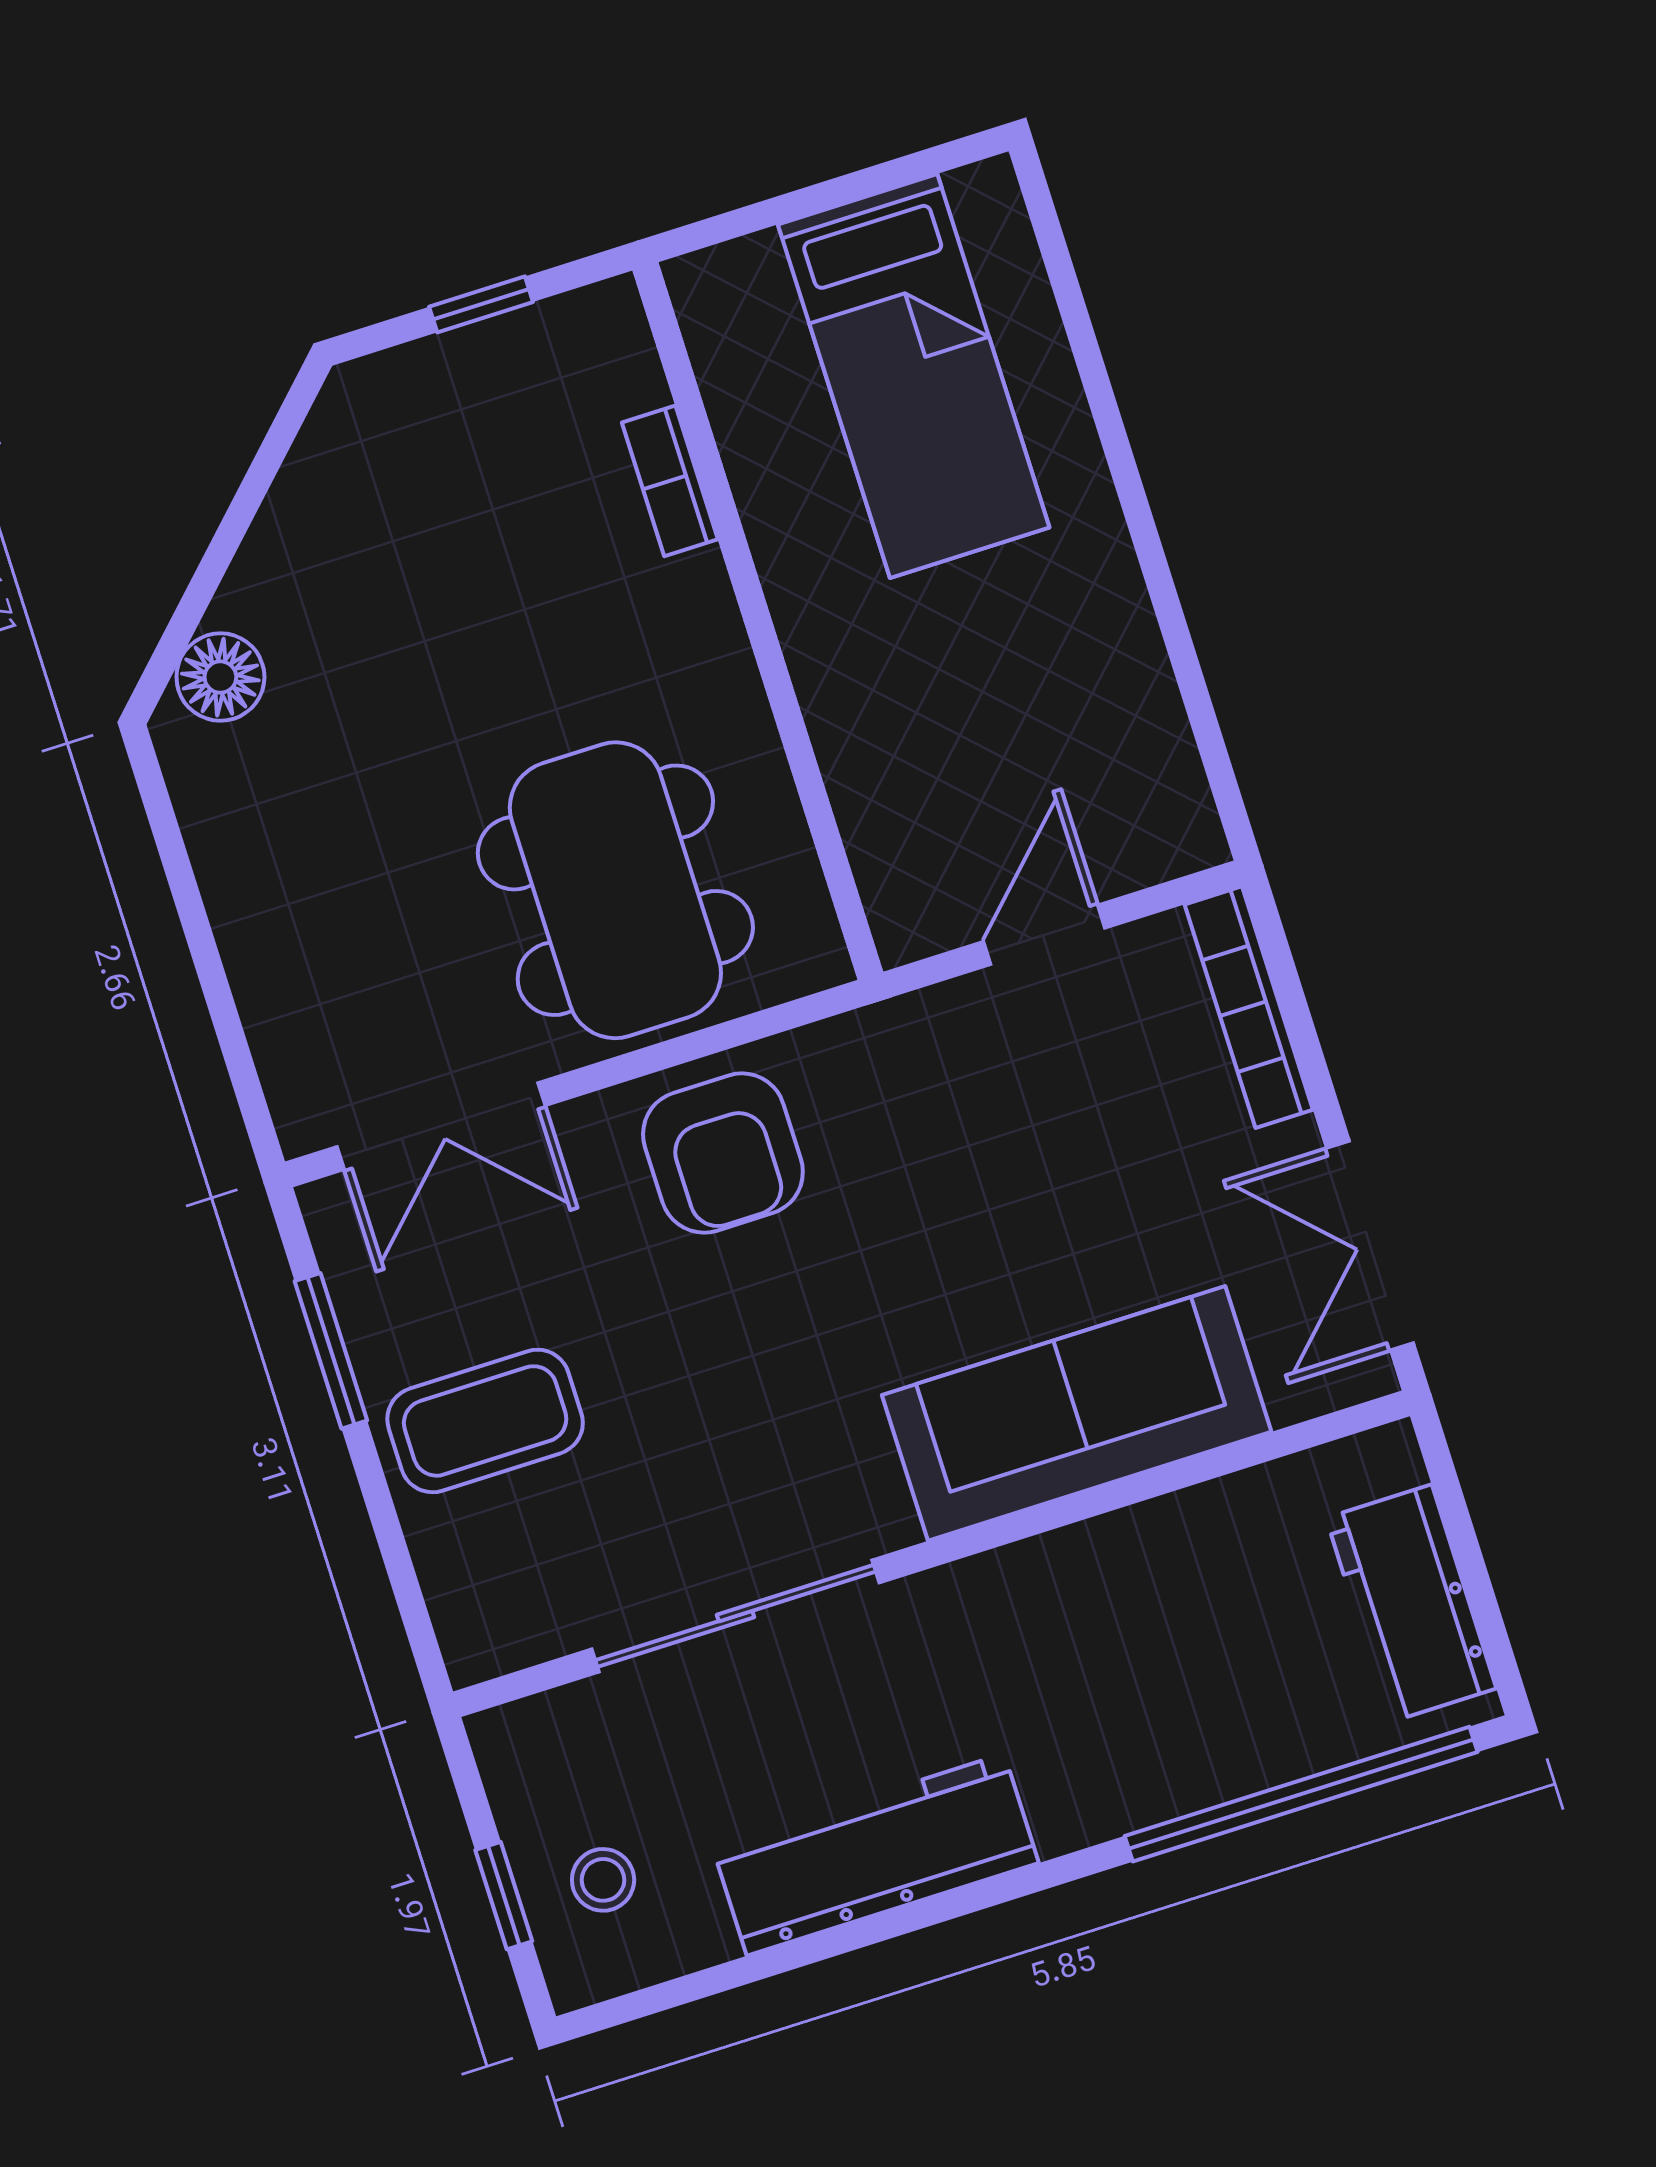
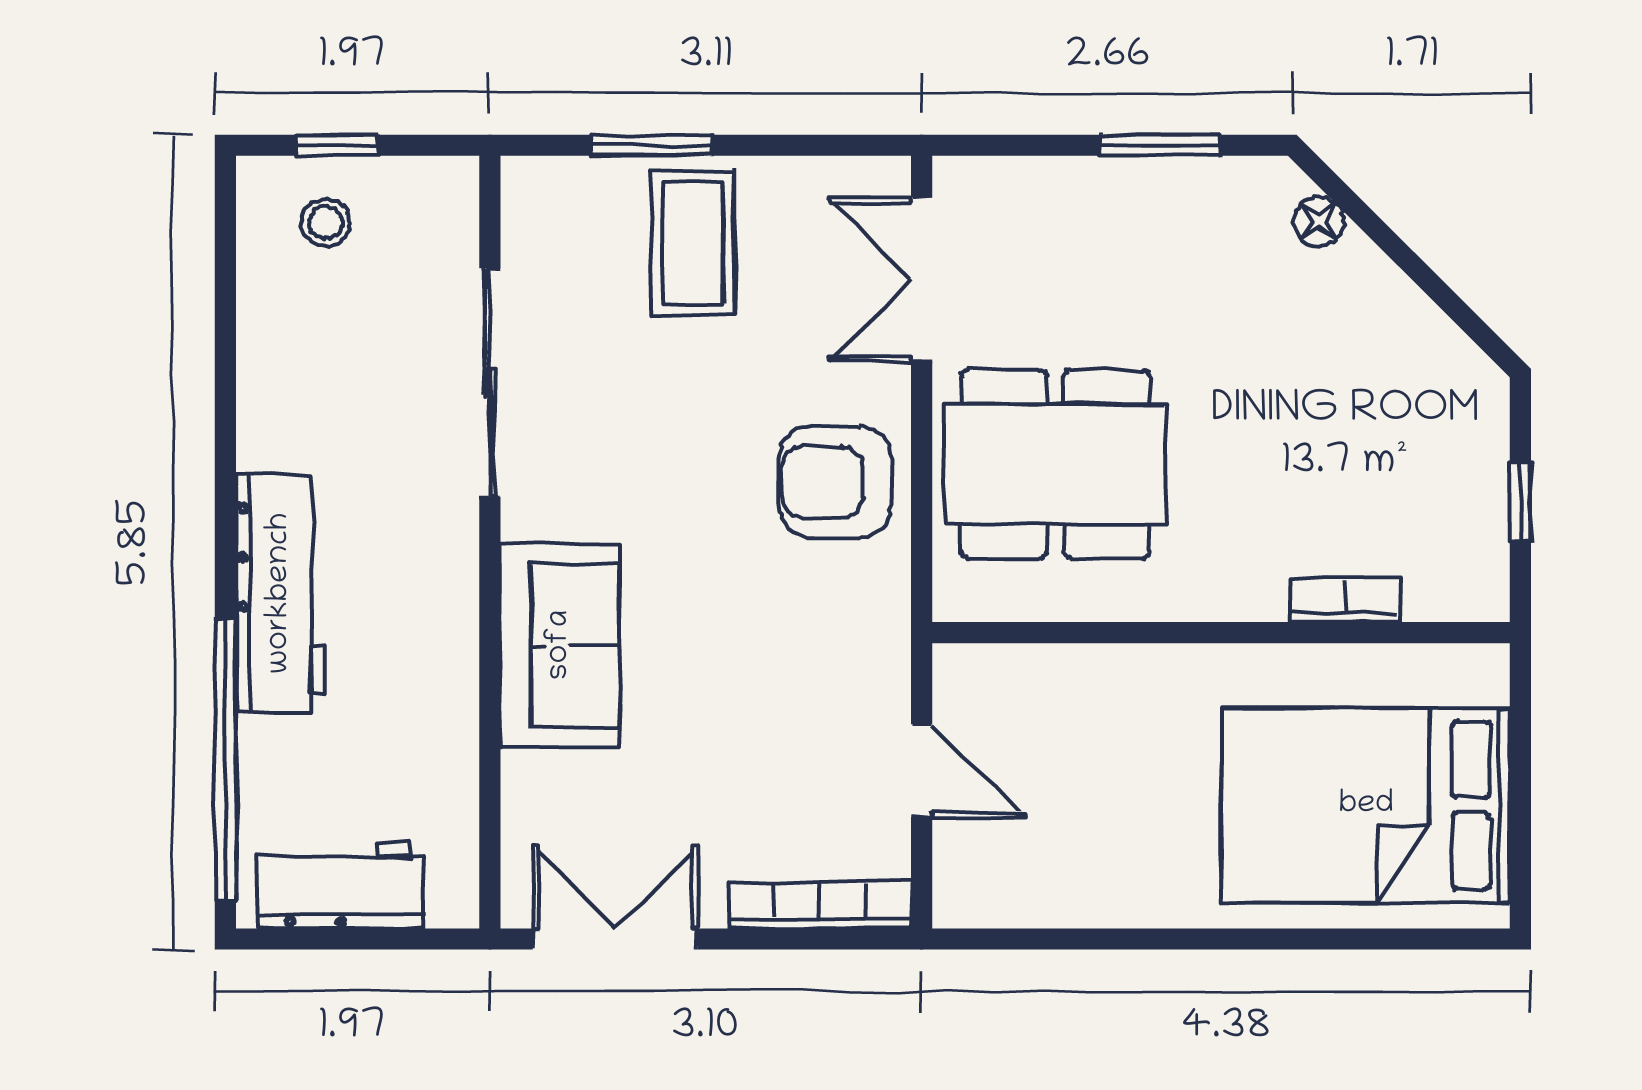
bed: (914, 376) -> (1366, 805), width x1.50
floor lamp: (220, 677) -> (1319, 222), width x0.73, depth x0.73
window: (183, 885) -> (1160, 145), added
window: (331, 1351) -> (651, 145), moved
sofa: (1077, 1413) -> (560, 645), width x0.73
workbench: (875, 1855) -> (280, 593), moved

